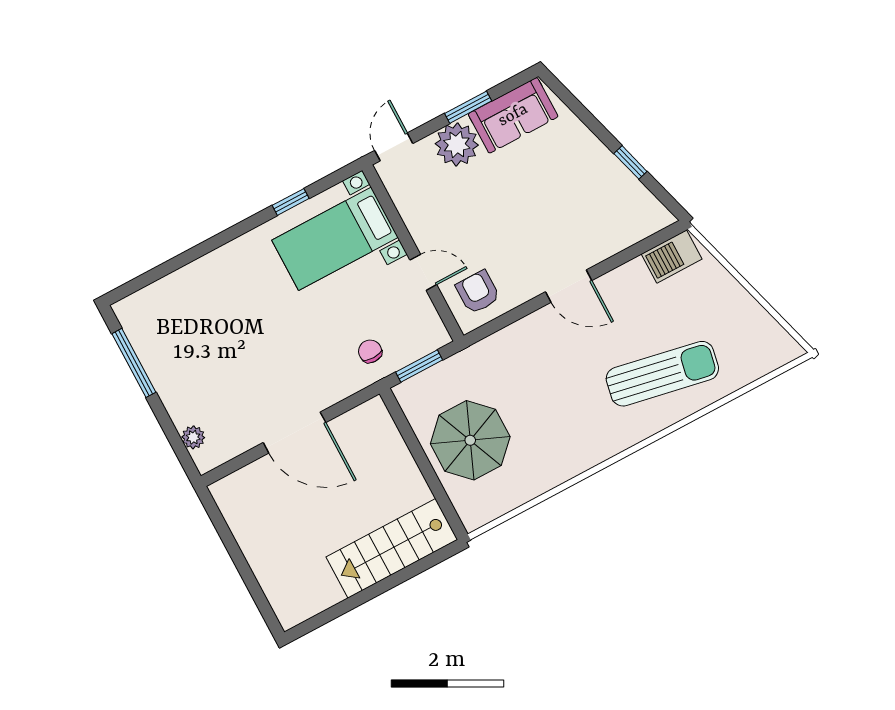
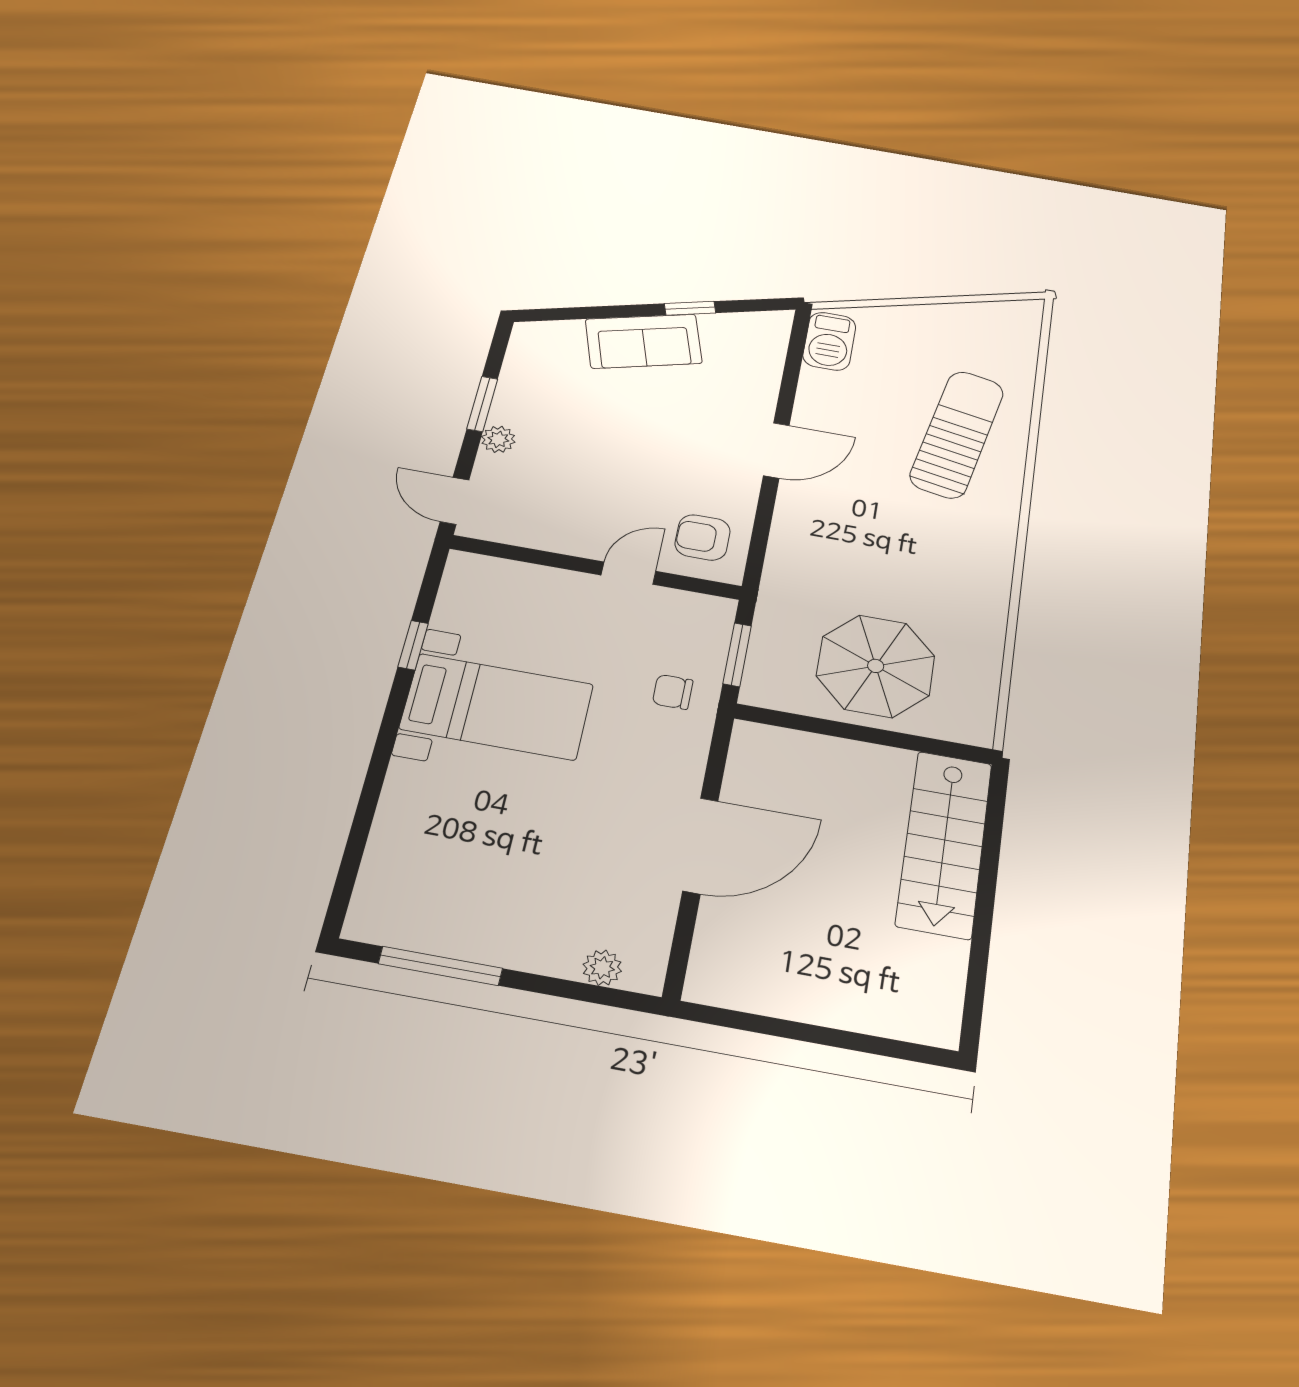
sofa: (513, 115) -> (644, 341), moved, turned 74
plant: (457, 144) -> (498, 439), width x0.53, depth x0.53
bed with nightstands: (335, 239) -> (497, 707), moved, turned -90

